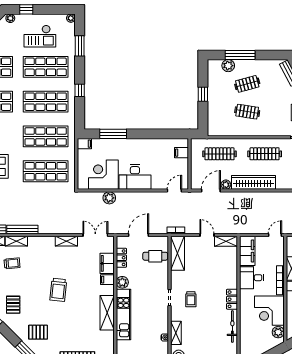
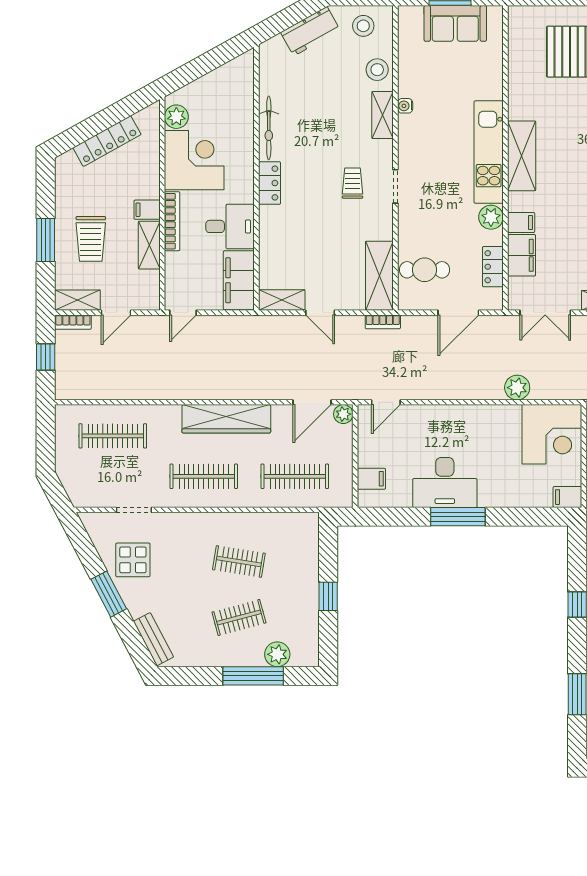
window: (113, 134) -> (458, 517), moved
corner desk: (103, 175) -> (552, 434), moved
desk: (135, 177) -> (445, 482), moved, turned 180
plant: (226, 185) -> (343, 414), moved

